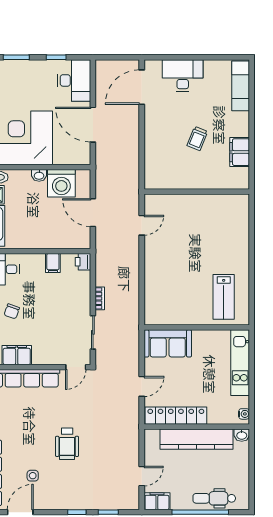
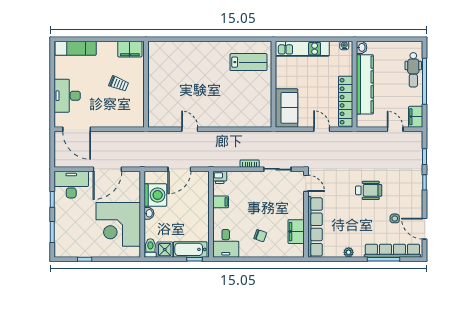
wall: (197, 192) -> (146, 84), moved

